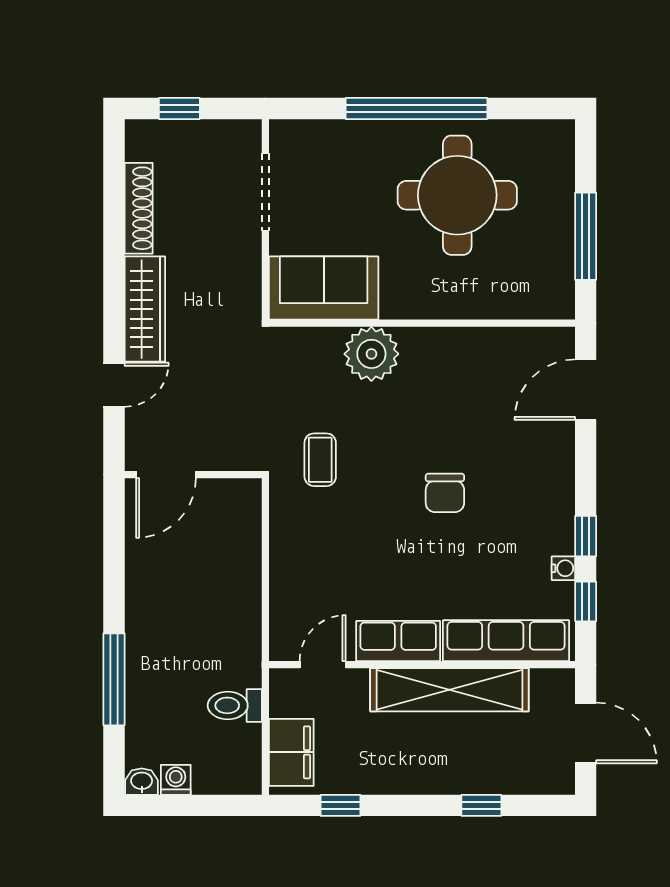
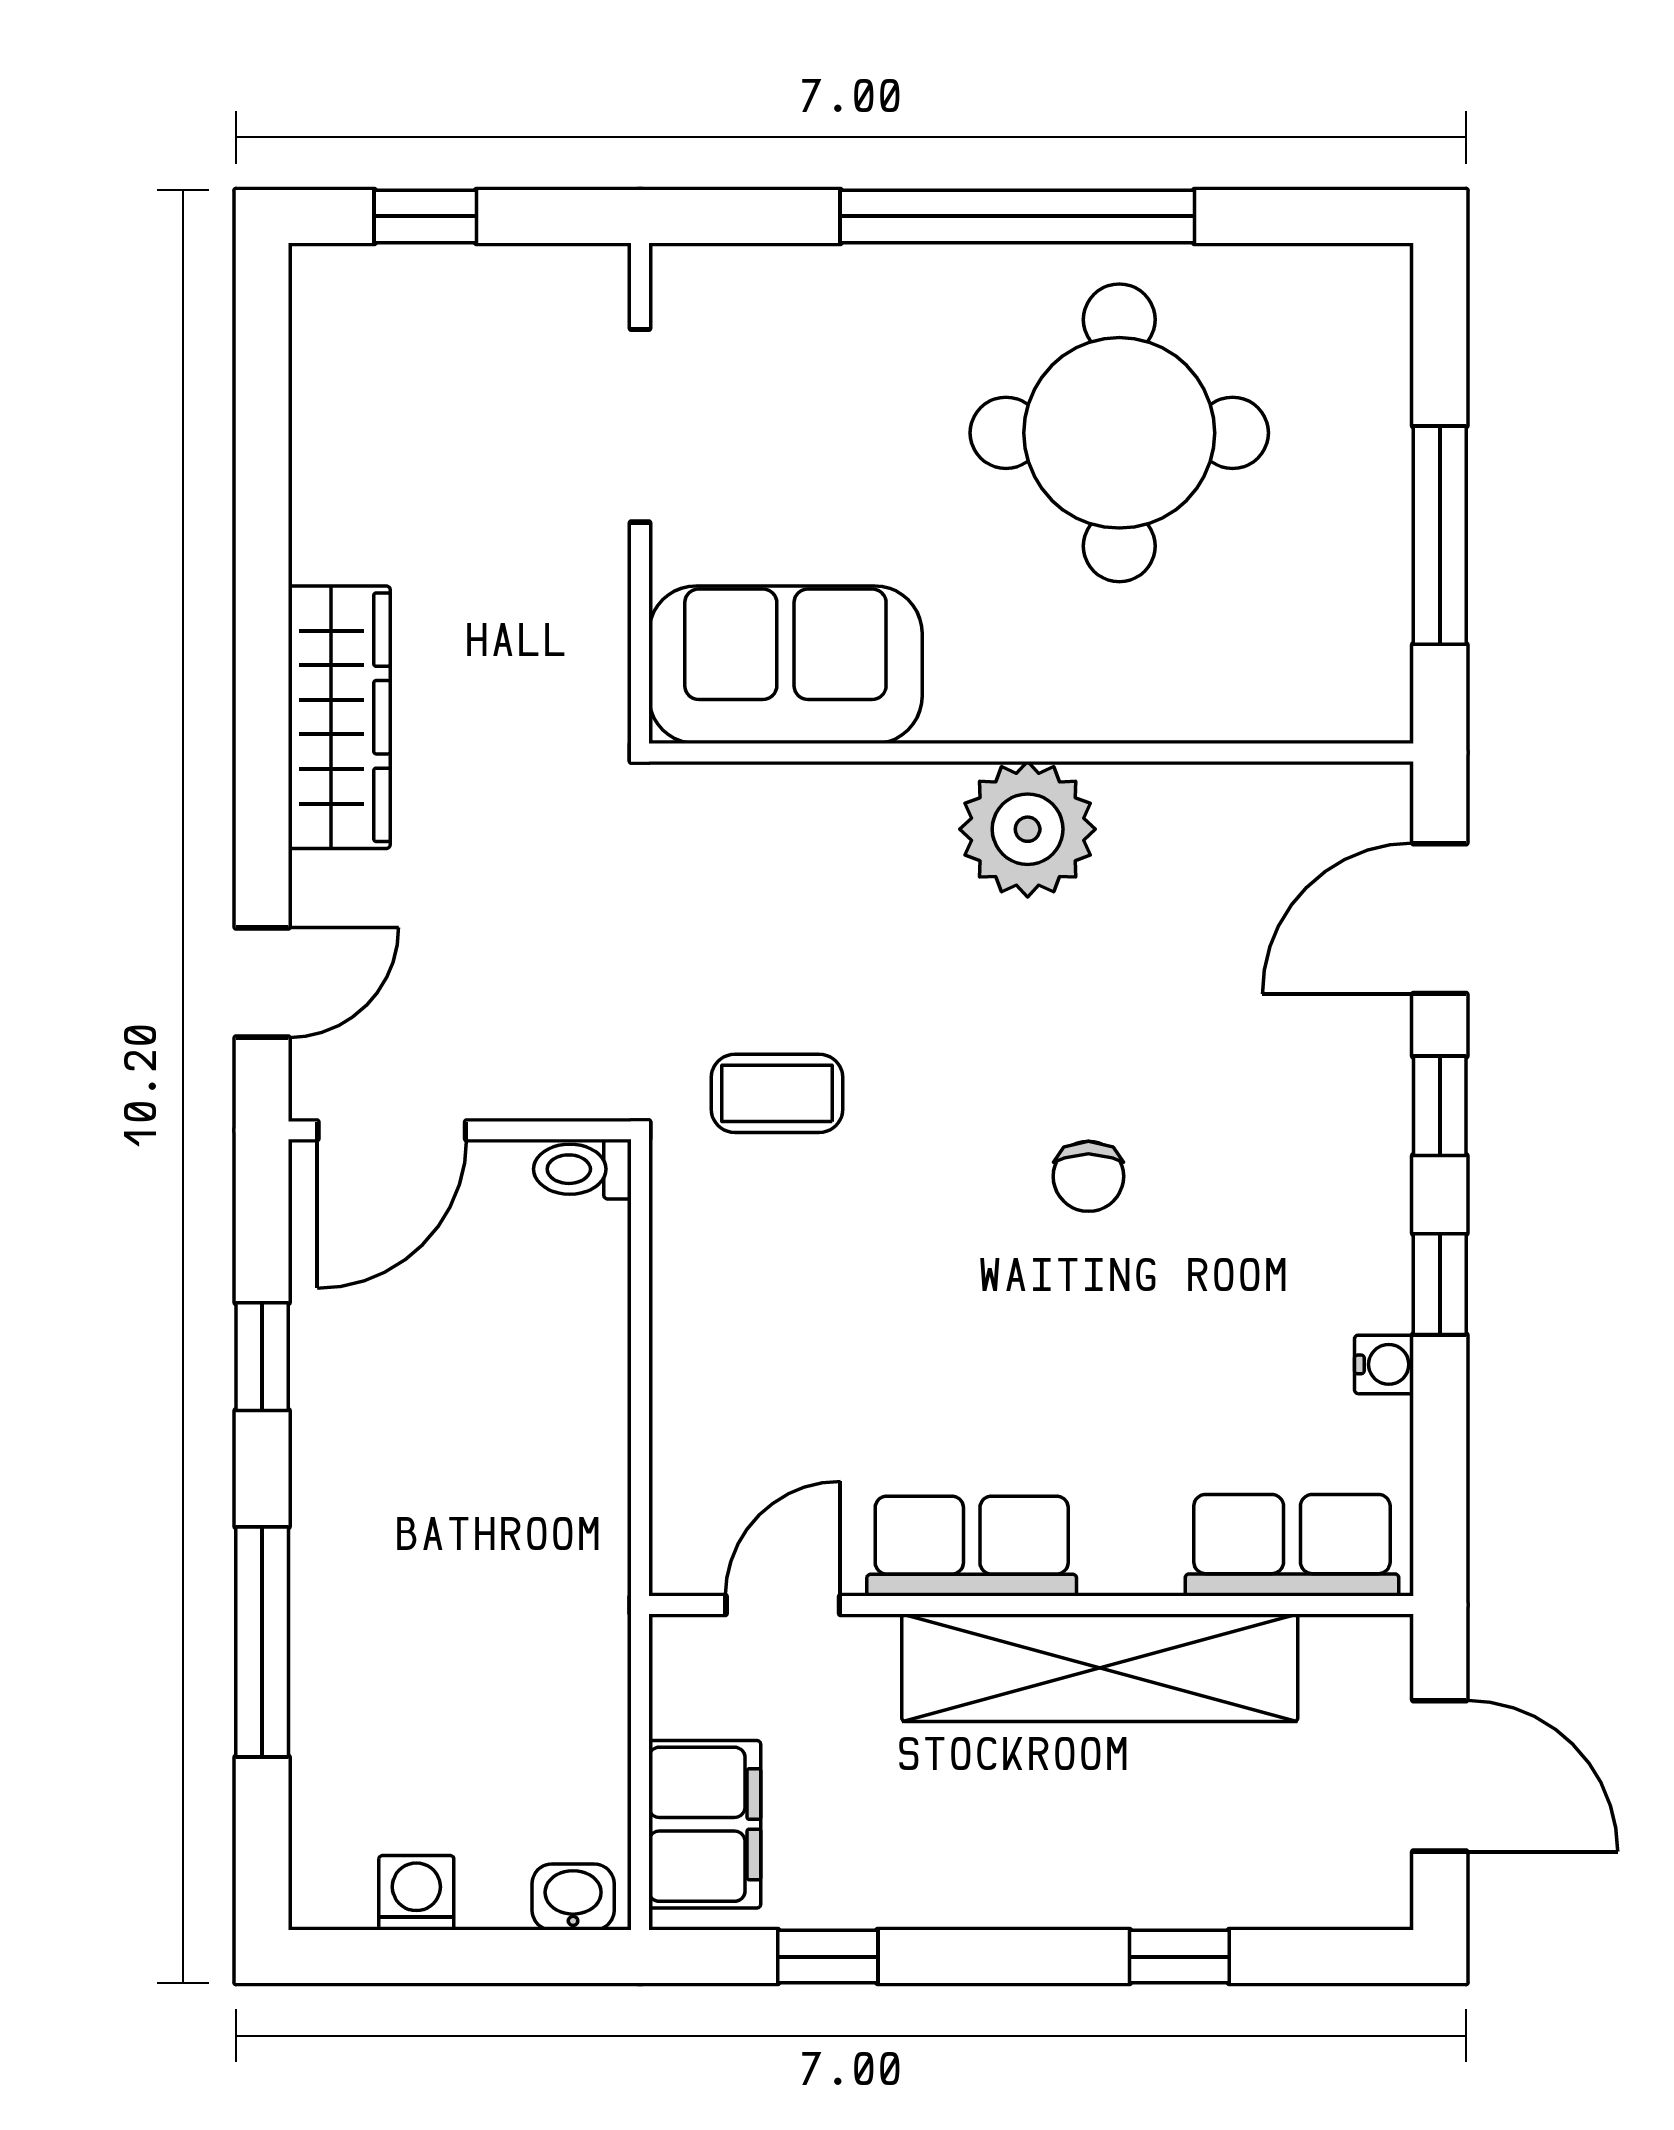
shoe rack: (139, 208) -> (324, 465), removed
plant: (371, 354) -> (1028, 829), moved
door: (114, 385) -> (262, 982), moved
coffee table: (320, 460) -> (777, 1093), turned 90
chair: (445, 493) -> (1088, 1176), width x0.73, depth x0.73
window: (114, 565) -> (262, 1357), added
window: (586, 601) -> (1440, 1106), moved
row of seats: (506, 641) -> (1292, 1545), width x0.68
toilet: (235, 705) -> (582, 1169), moved, width x0.73, depth x0.72
washbasin: (142, 782) -> (573, 1897), moved

